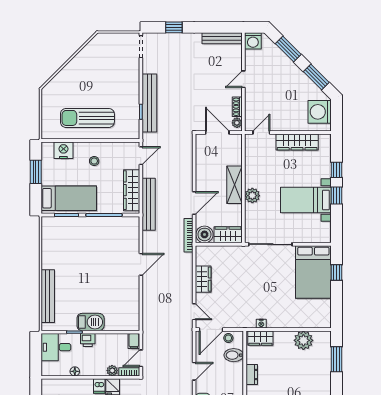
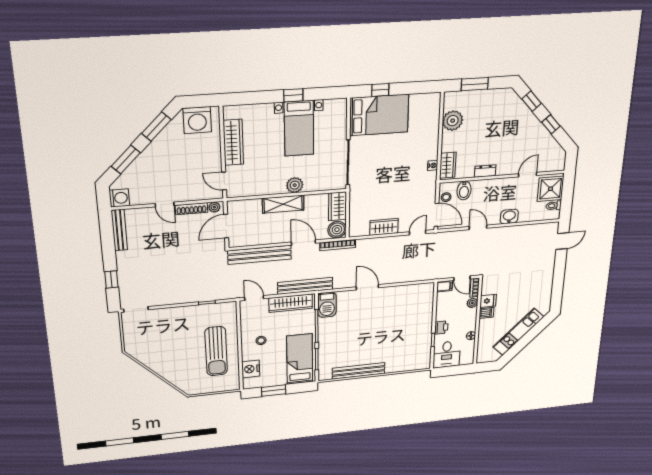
bench: (149, 103) -> (260, 255), moved
shoe rack: (237, 107) -> (191, 209), width x1.43
window: (337, 170) -> (264, 97), removed
bench: (48, 296) -> (359, 371), moved
barbecue: (91, 322) -> (327, 305), moved, turned 180

